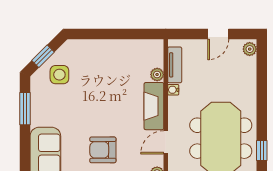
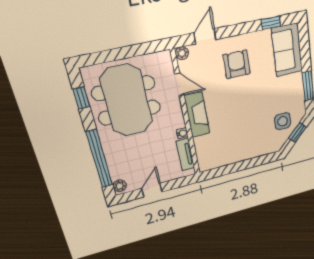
plant: (157, 74) -> (199, 143), removed
window: (262, 85) -> (99, 159), added
door: (166, 142) -> (179, 84), hinge flipped
armchair: (103, 150) -> (237, 64), turned -90

